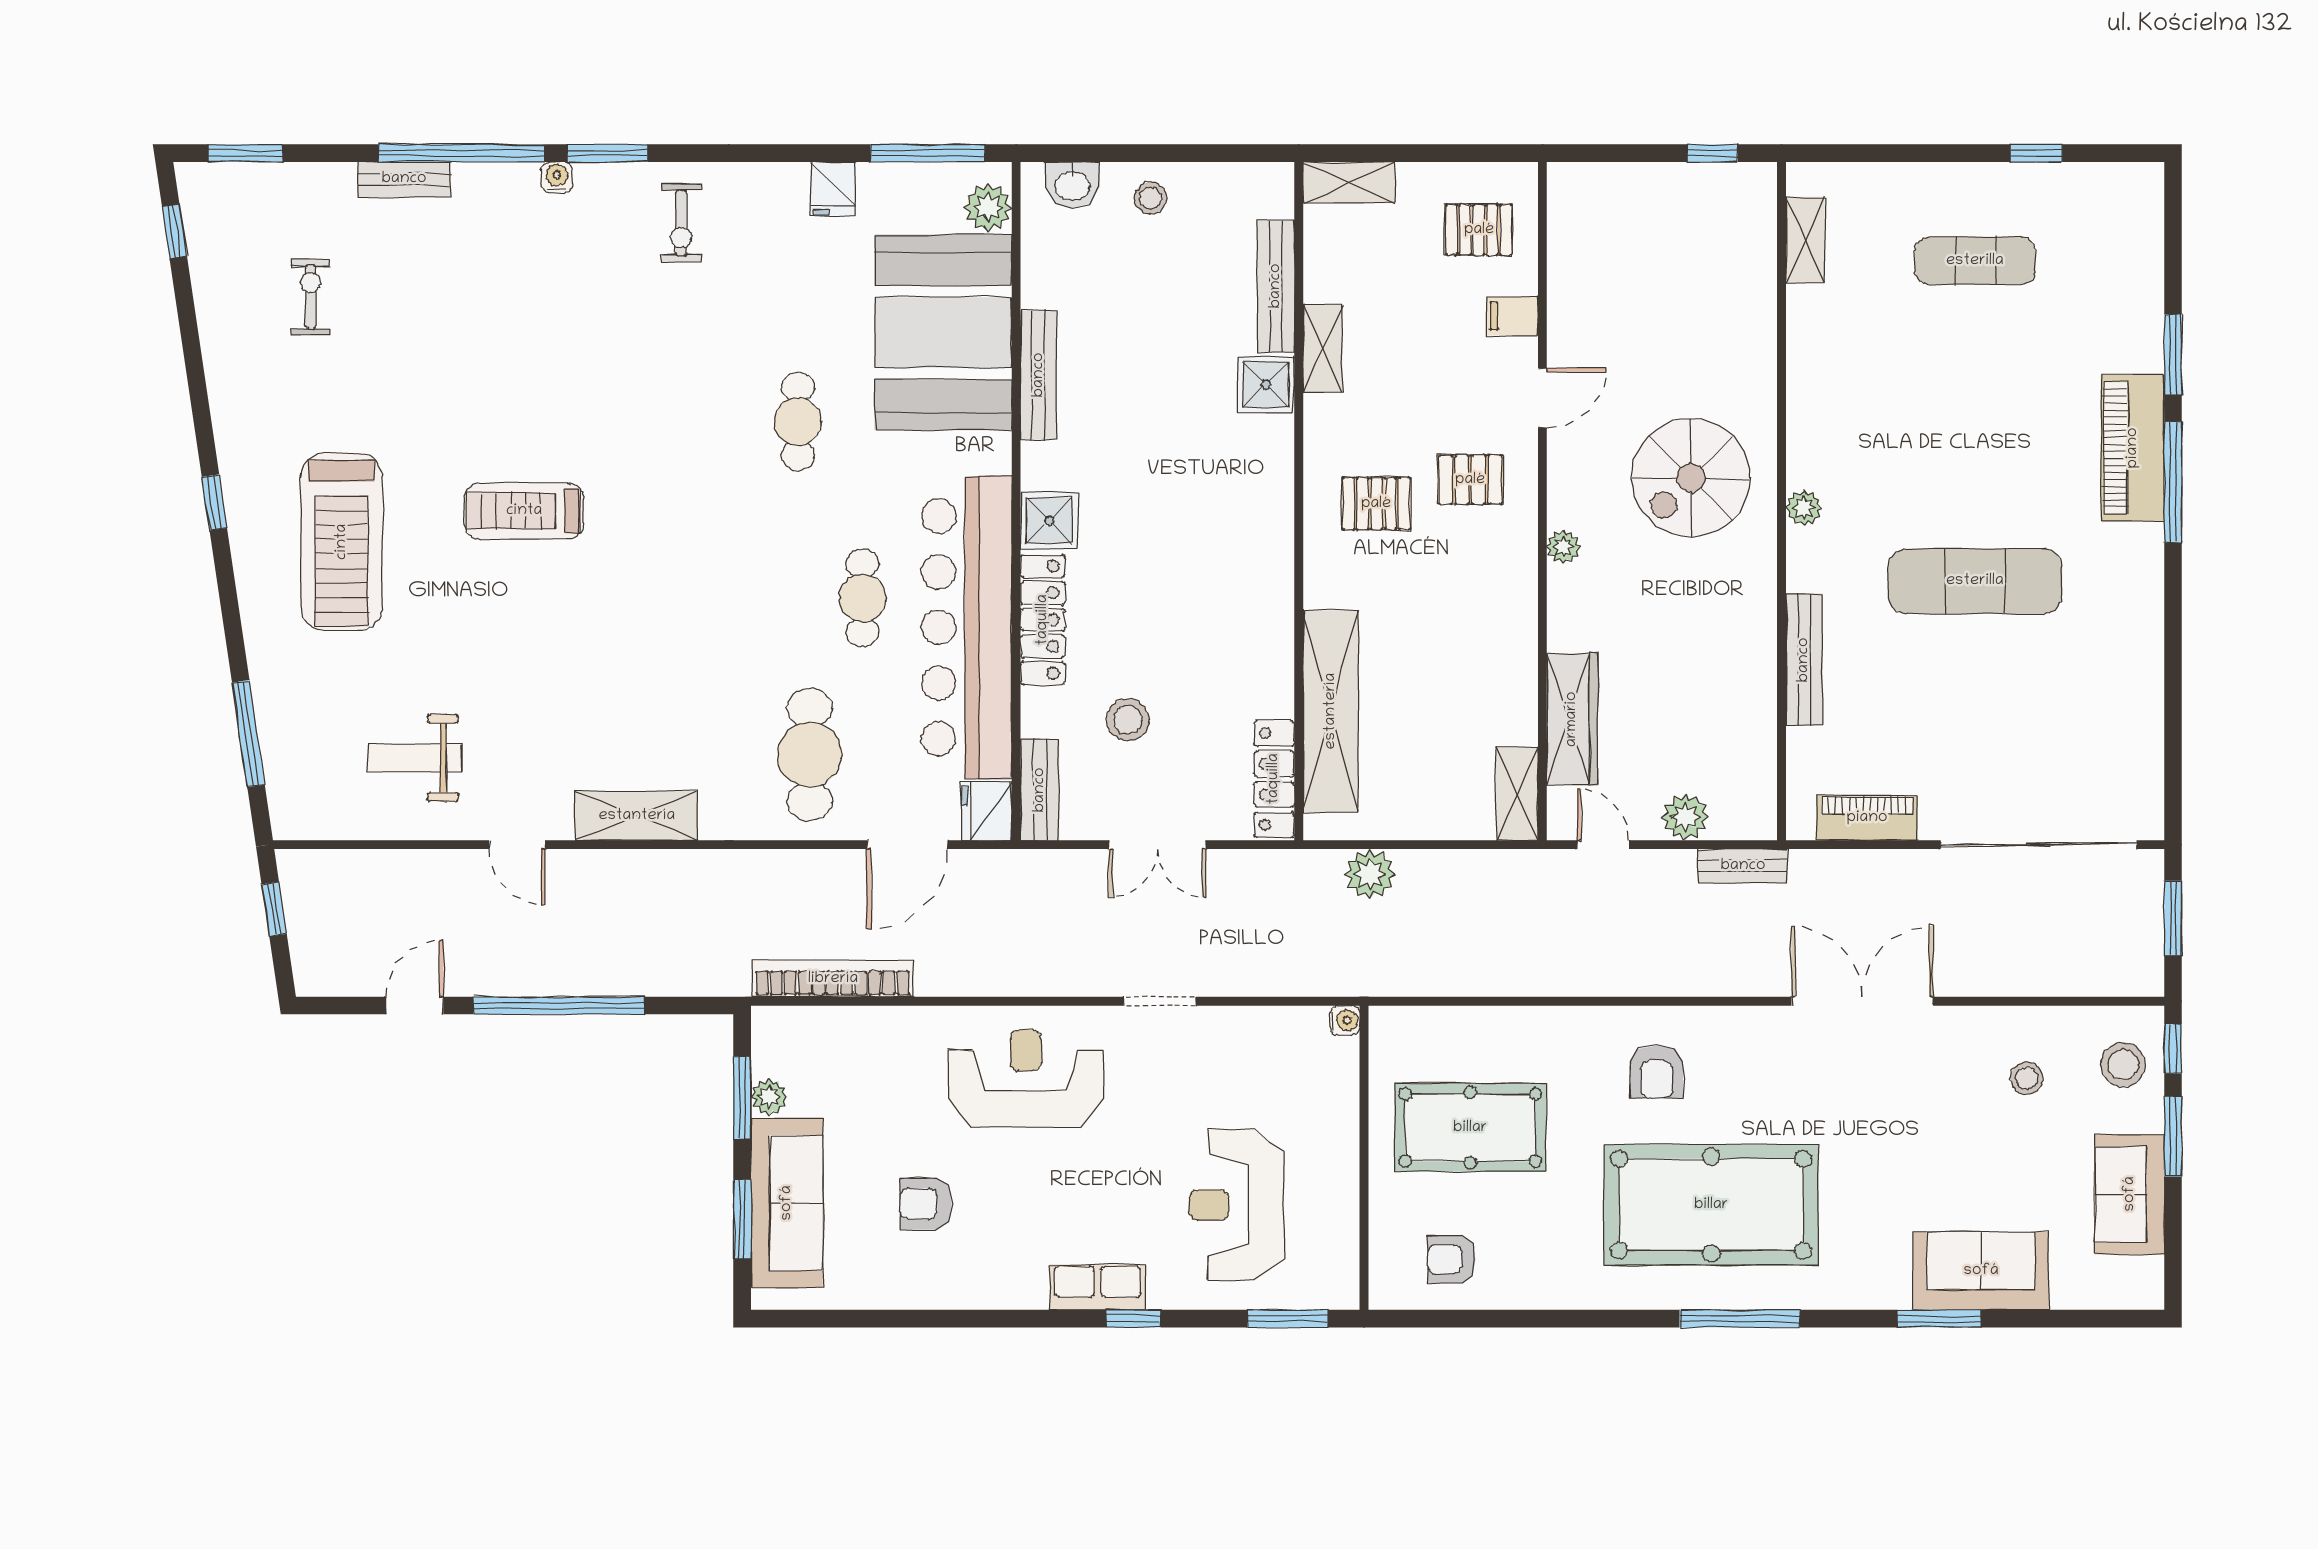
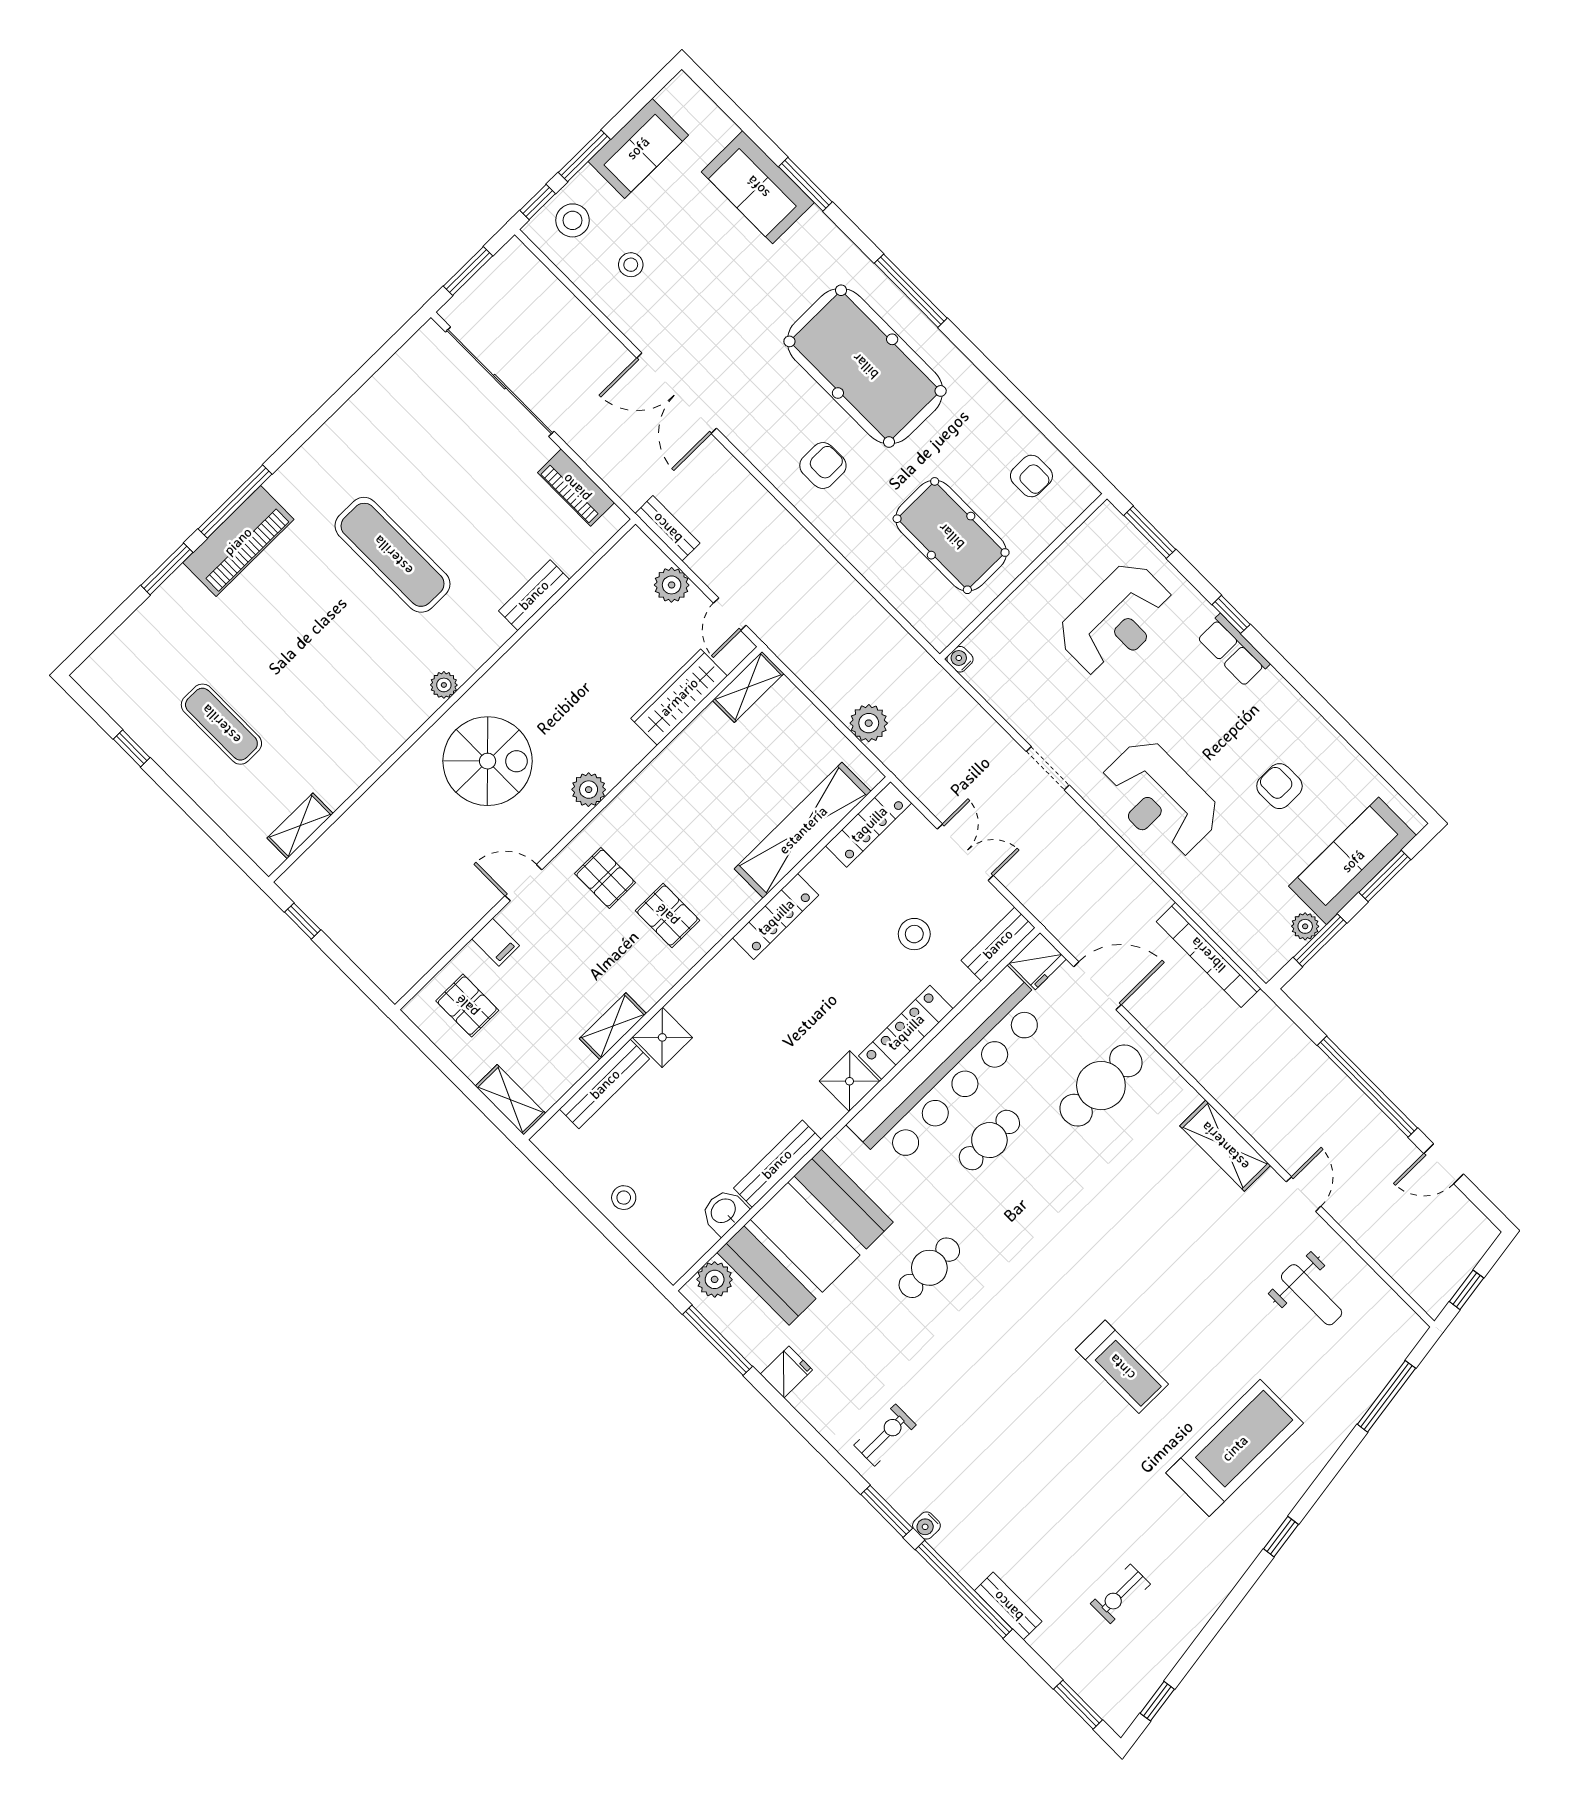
washbasin: (1073, 185) -> (724, 1211), moved, turned -90
plant: (1563, 547) -> (589, 790), width x1.38, depth x1.38
locker: (1274, 605) -> (776, 917), added
bench: (1804, 660) -> (534, 595), width x0.73
armchair: (926, 1204) -> (1279, 786), turned 180

